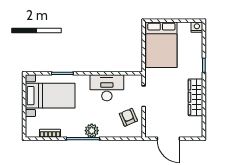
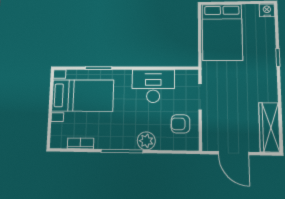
wardrobe: (195, 97) -> (269, 127), moved
armchair: (128, 117) -> (180, 124), turned -67
plant: (92, 131) -> (146, 141), moved

